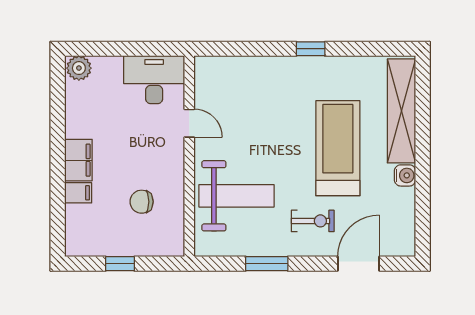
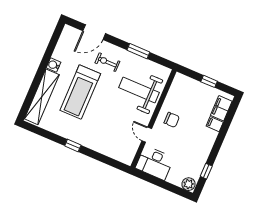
window: (58, 104) -> (206, 171), added
filing cabinet: (78, 160) -> (221, 108), moved
chair: (142, 202) -> (172, 120), moved

